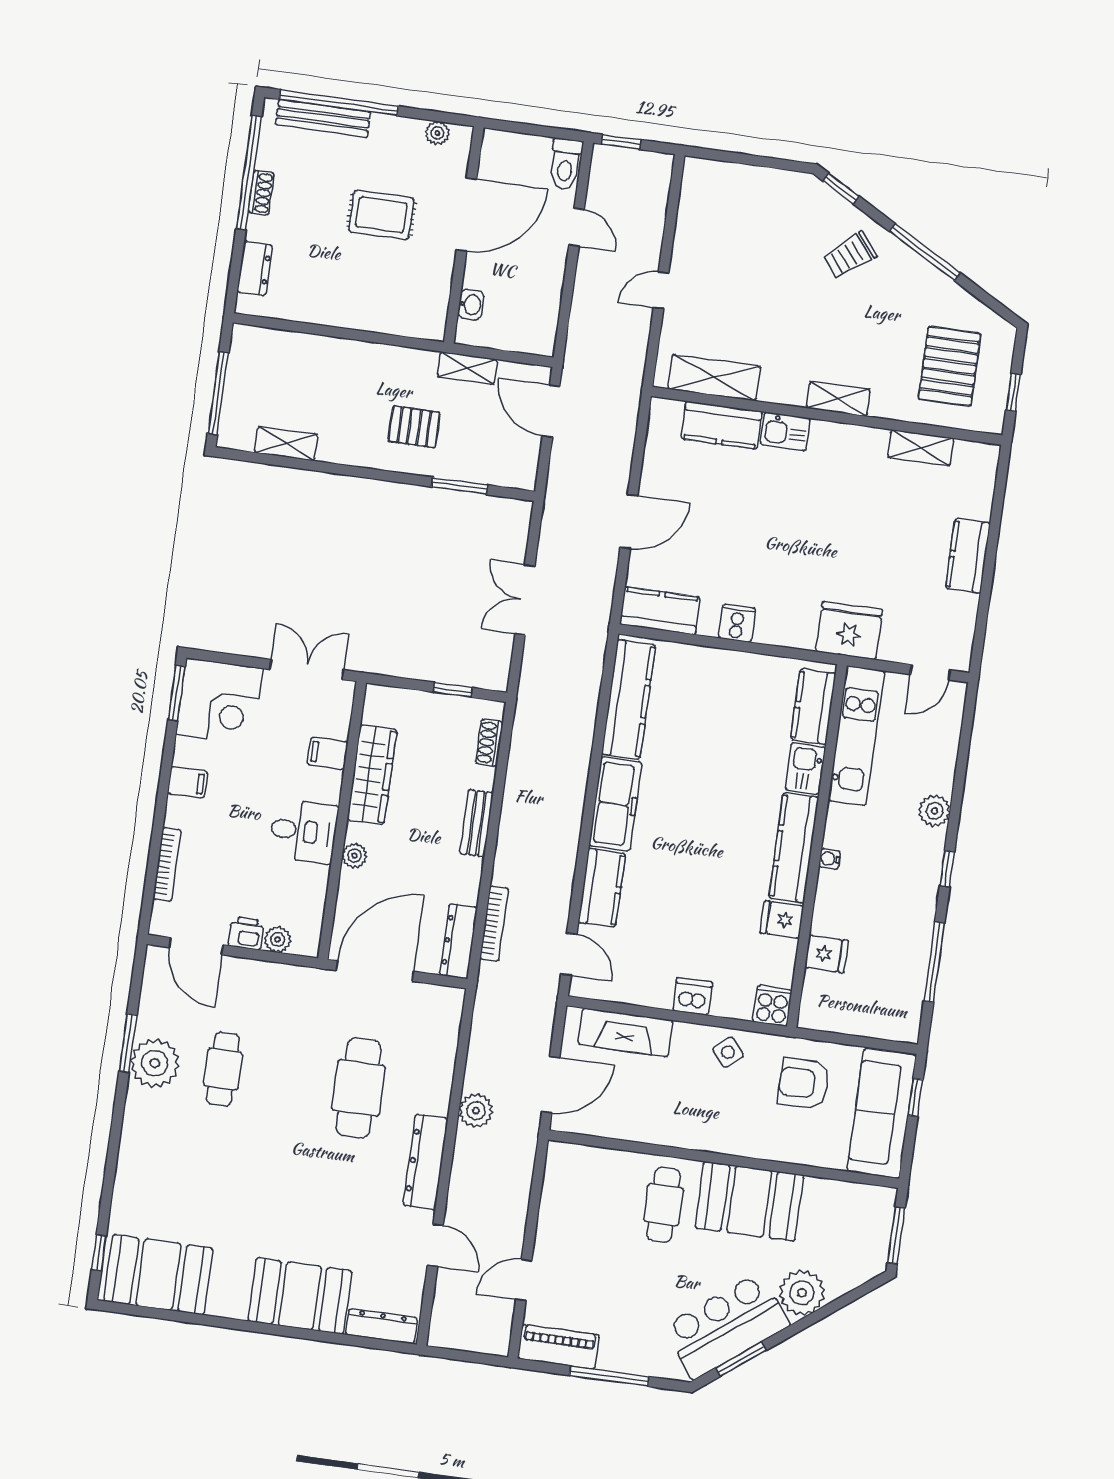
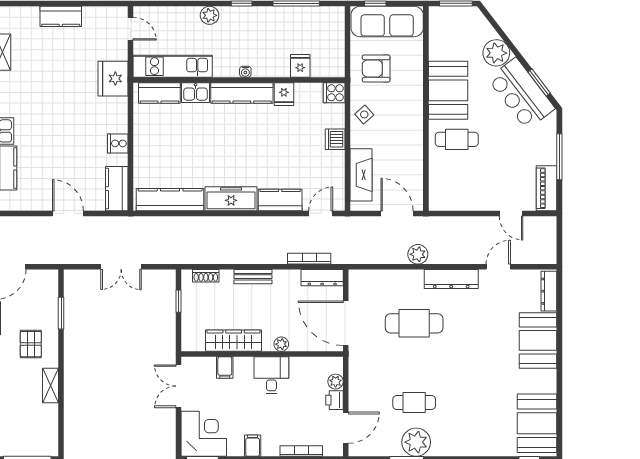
shelving: (286, 444) -> (51, 385), moved
armchair: (804, 1083) -> (376, 69), turned 90

